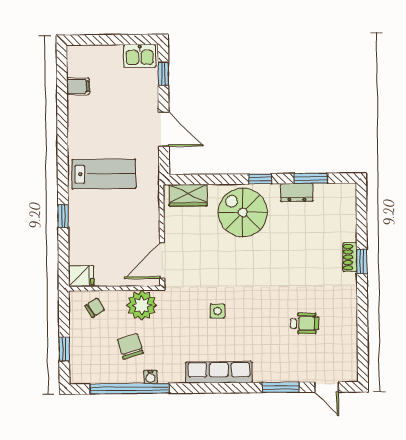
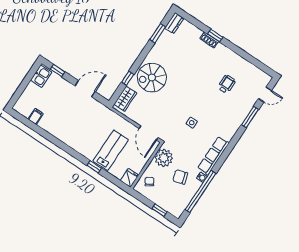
lab bench: (104, 174) -> (111, 150), moved
window: (260, 179) -> (128, 78), moved
dresser: (297, 192) -> (174, 23), moved
row of seats: (219, 372) -> (213, 156), moved

